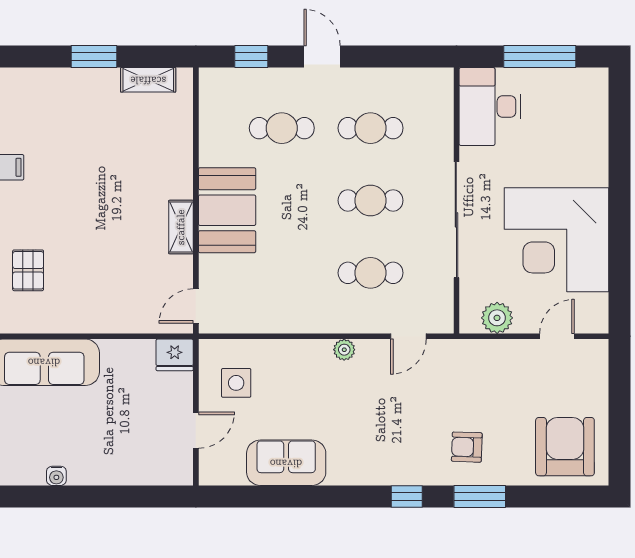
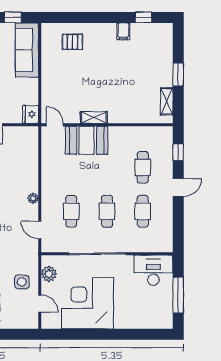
booth: (227, 210) -> (87, 140), moved
side table: (236, 383) -> (22, 282), moved

